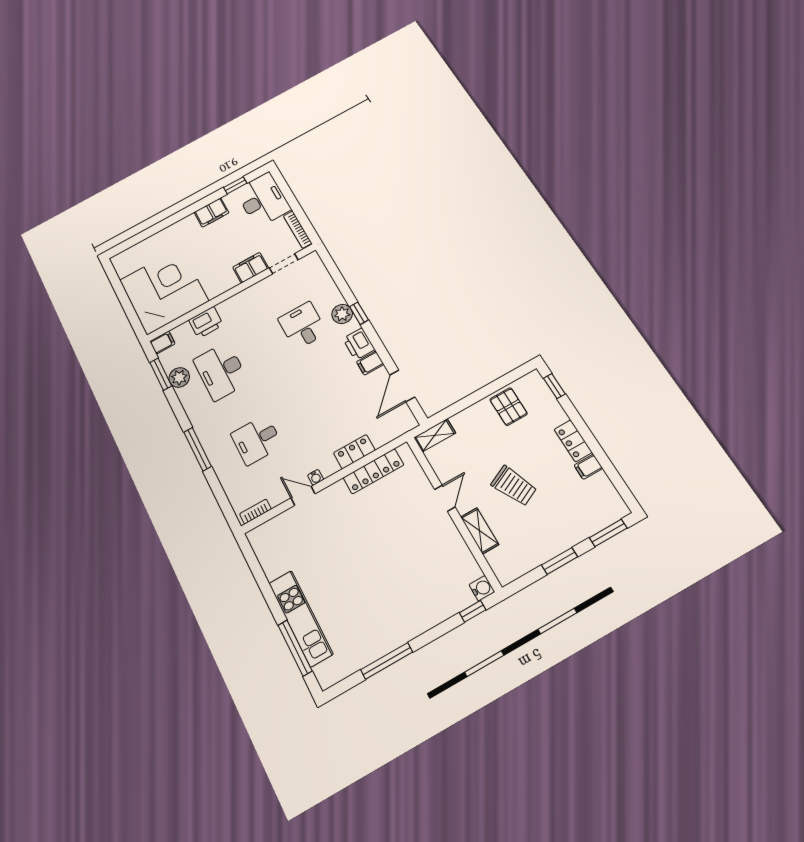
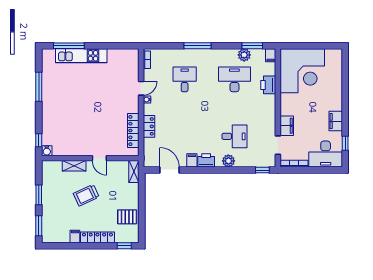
window: (359, 313) -> (262, 170), moved
locker: (573, 441) -> (97, 237), width x1.53

